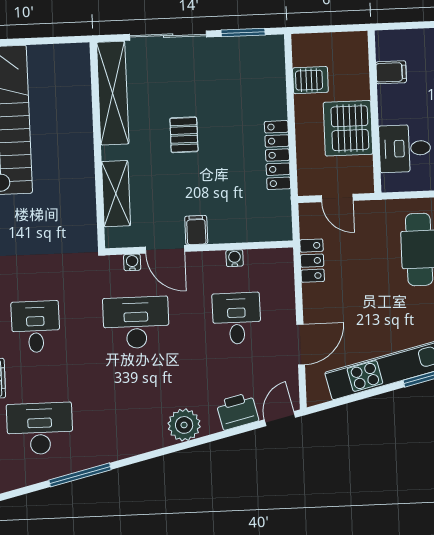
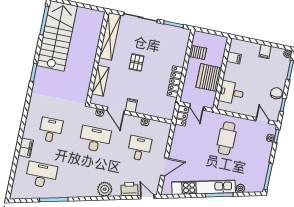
locker: (312, 261) -> (182, 116), moved
door: (280, 419) -> (147, 197), hinge flipped

